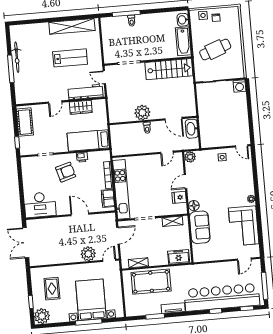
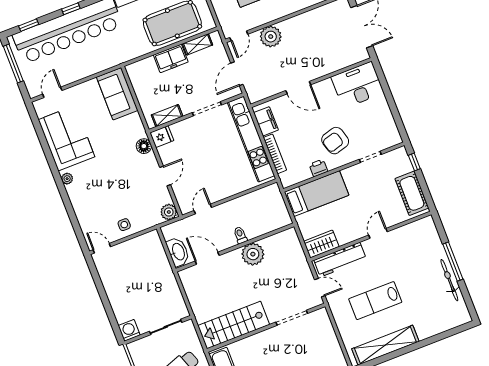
wardrobe: (81, 107) -> (321, 244), moved
fridge: (179, 197) -> (162, 137), moved
sofa: (200, 227) -> (117, 94), moved
freezer: (179, 257) -> (171, 58), moved

